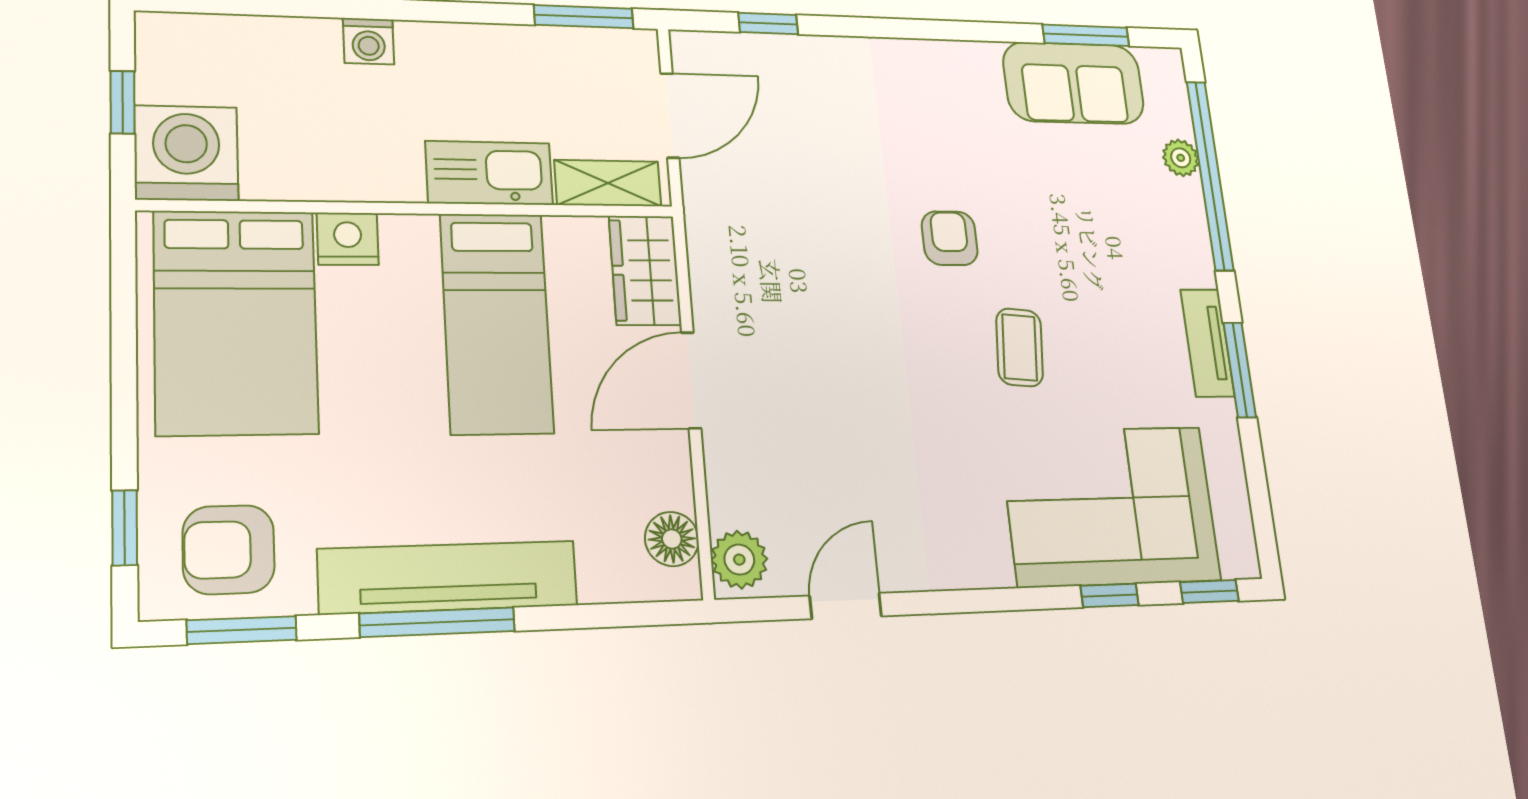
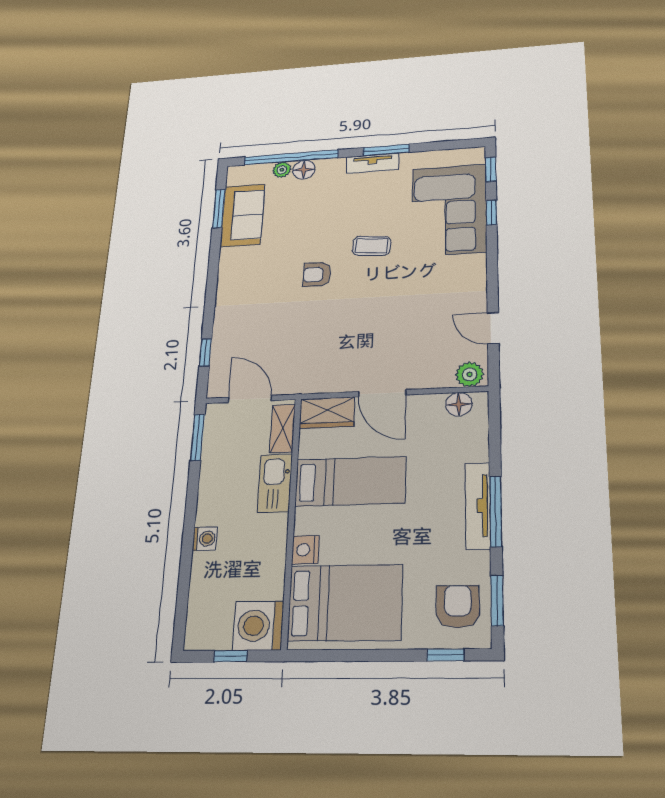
floor lamp: (1184, 202) -> (304, 170), added
armchair: (229, 550) -> (458, 607), turned 180
tv unit: (448, 577) -> (478, 506), width x0.73, depth x0.78

